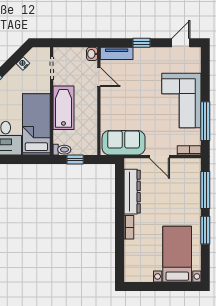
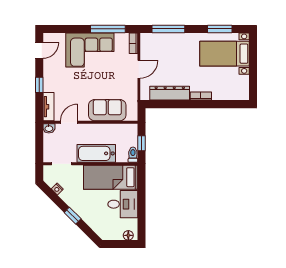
door: (181, 43) -> (39, 50), swing flipped
sofa: (124, 143) -> (107, 110), moved, turned 90
window: (205, 230) -> (220, 29), moved

